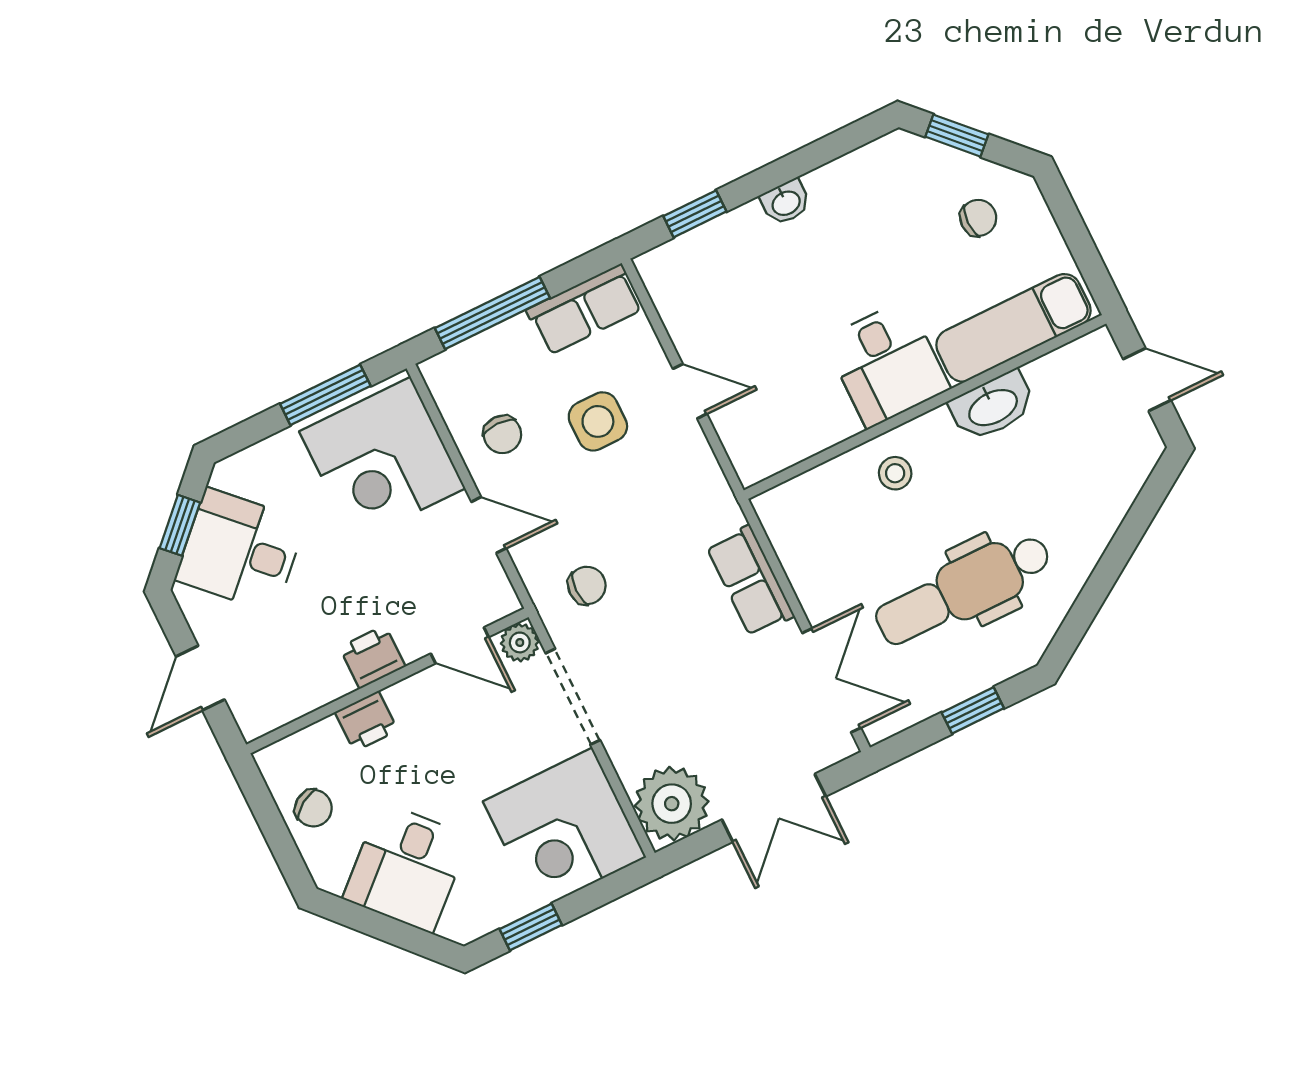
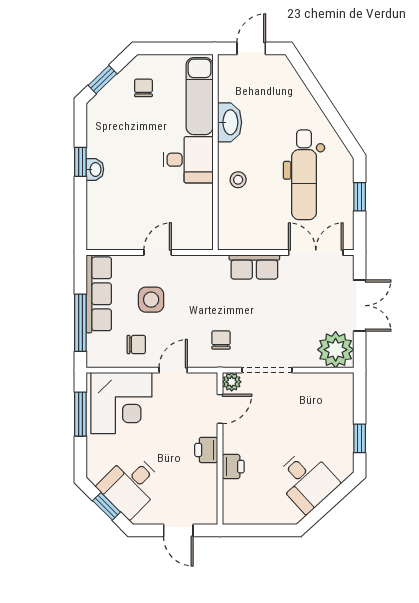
window: (695, 214) -> (80, 162), moved
row of seats: (585, 309) -> (99, 294), width x1.48
chair: (313, 808) -> (260, 509), removed
corner desk: (564, 829) -> (324, 402), removed

